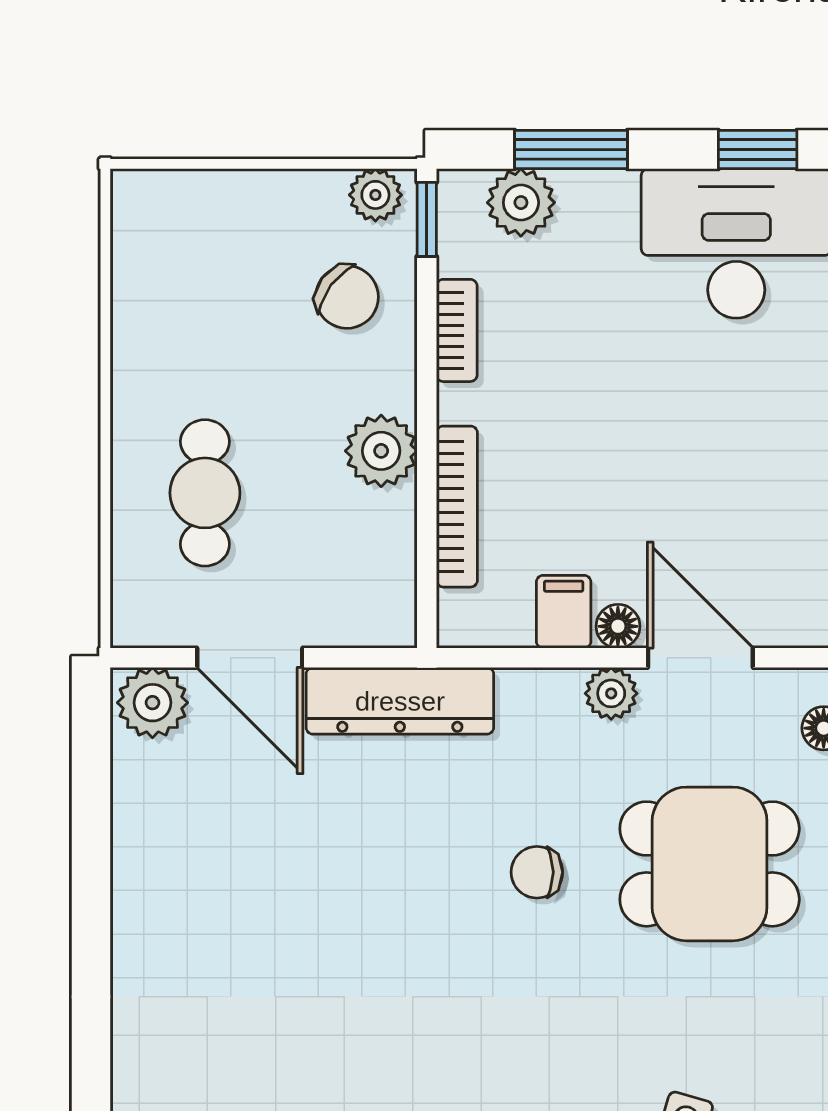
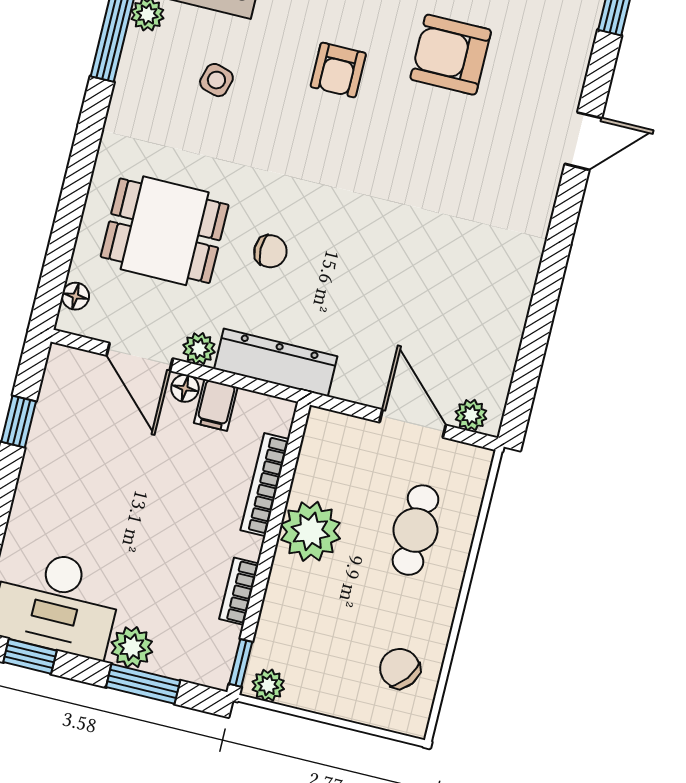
plant: (521, 203) -> (132, 647), moved
chair: (347, 297) -> (400, 668), moved
plant: (381, 451) -> (310, 531), width x1.36, depth x1.36
dresser: (400, 701) -> (276, 363), moved
plant: (152, 703) -> (471, 415), width x0.73, depth x0.73

